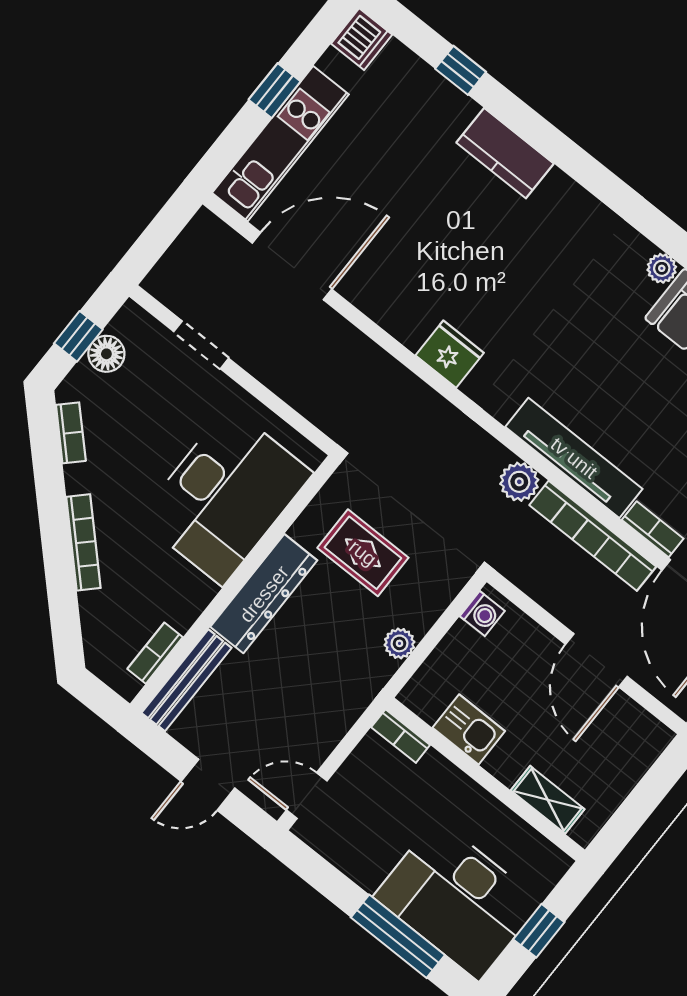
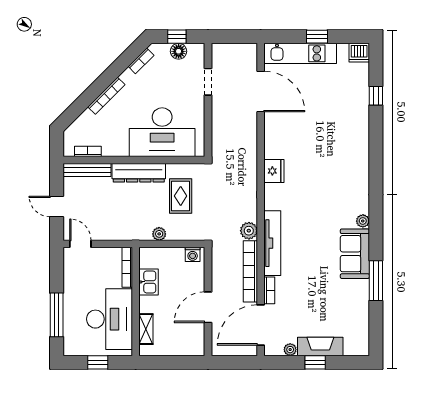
kitchen counter: (505, 153) -> (359, 134), removed
bookcase: (401, 736) -> (127, 267), width x1.56
desk: (457, 900) -> (110, 319), moved, turned 180

